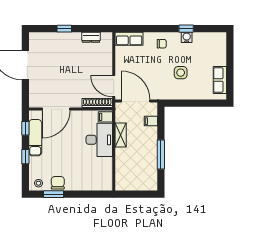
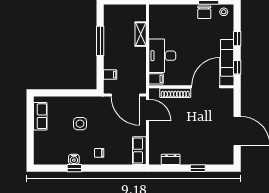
row of seats: (129, 39) -> (139, 151), moved, turned -90
shoe rack: (97, 103) -> (175, 93), moved
shelving: (121, 135) -> (141, 34), moved

